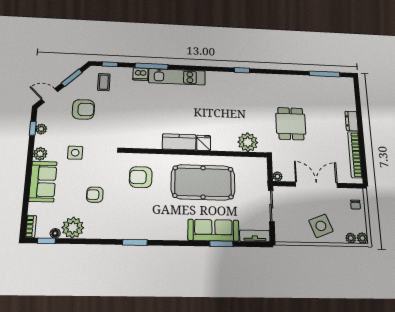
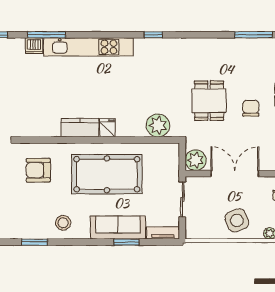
kitchen unit: (177, 77) -> (88, 47), width x1.36
chair: (326, 131) -> (251, 108), added
plant: (278, 176) -> (196, 160), width x1.88, depth x1.88
stool: (162, 225) -> (63, 223), added

